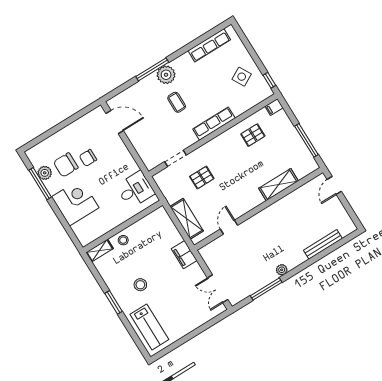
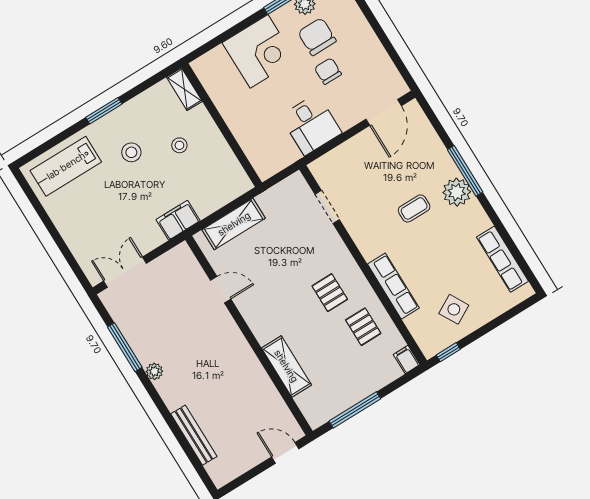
row of seats: (214, 124) -> (393, 286), moved
pallet: (202, 178) -> (330, 293), moved
desk: (135, 190) -> (311, 125), moved
stool: (123, 240) -> (179, 145), moved

